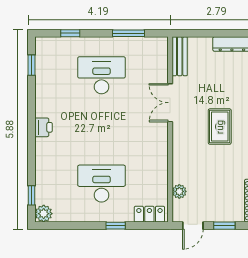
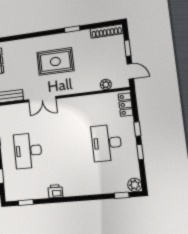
printer: (44, 127) -> (55, 191), moved
rug: (220, 127) -> (55, 62), width x1.36, depth x1.43
window: (85, 226) -> (140, 152), added

